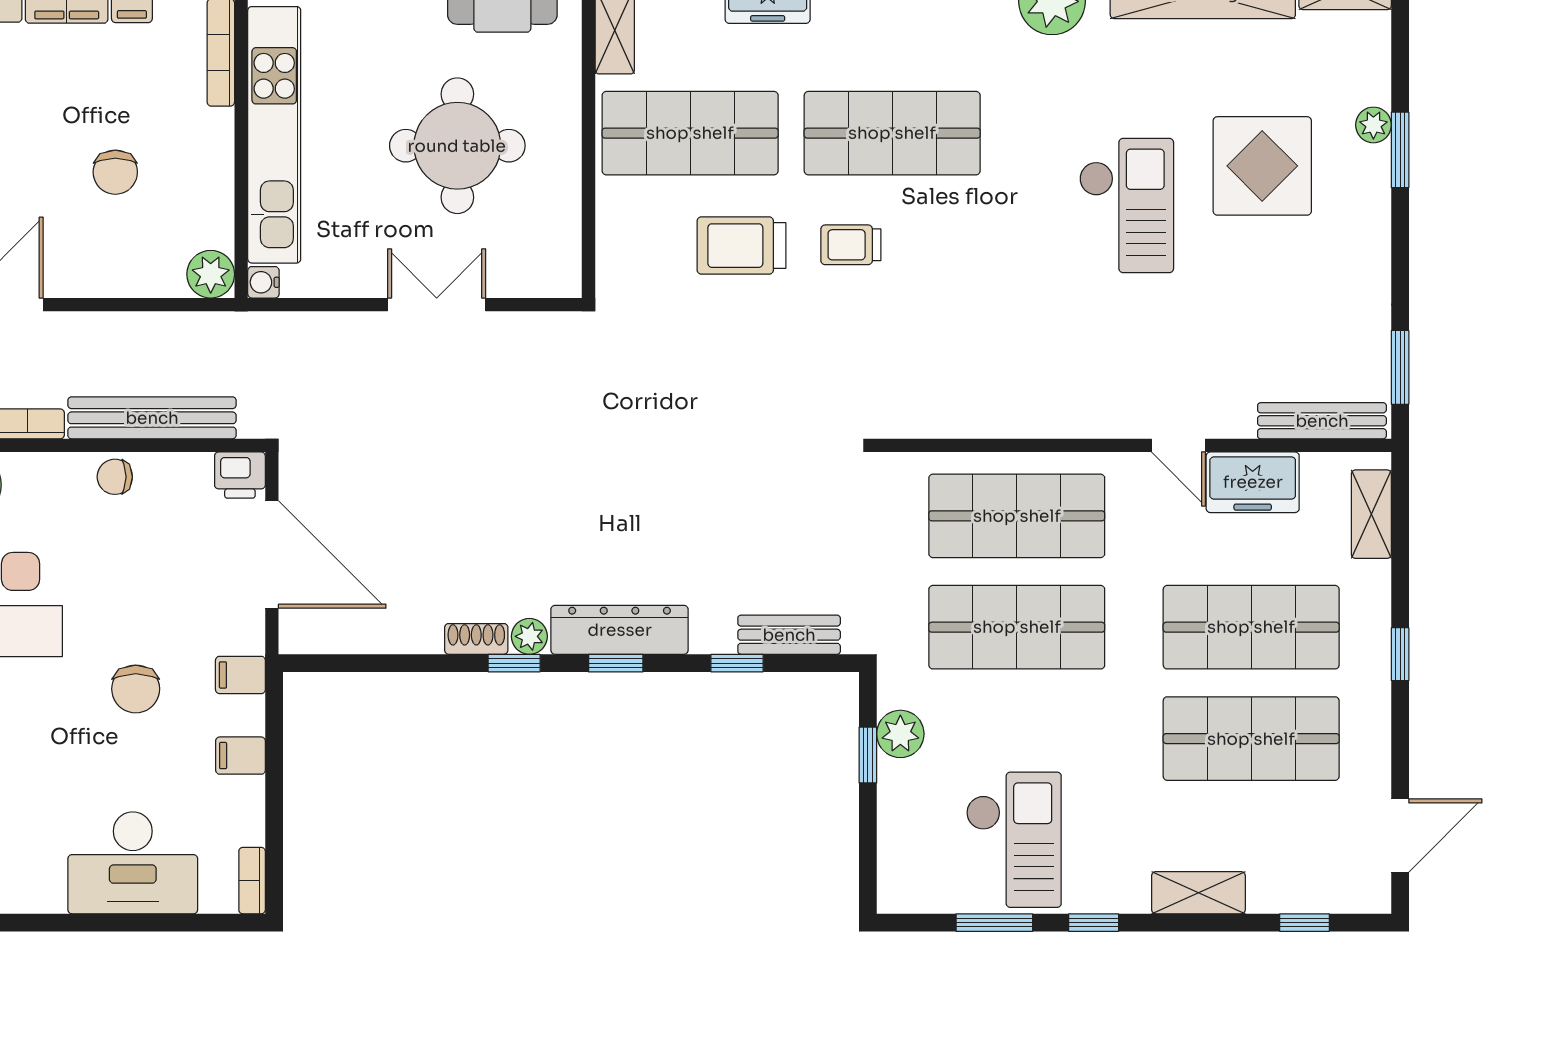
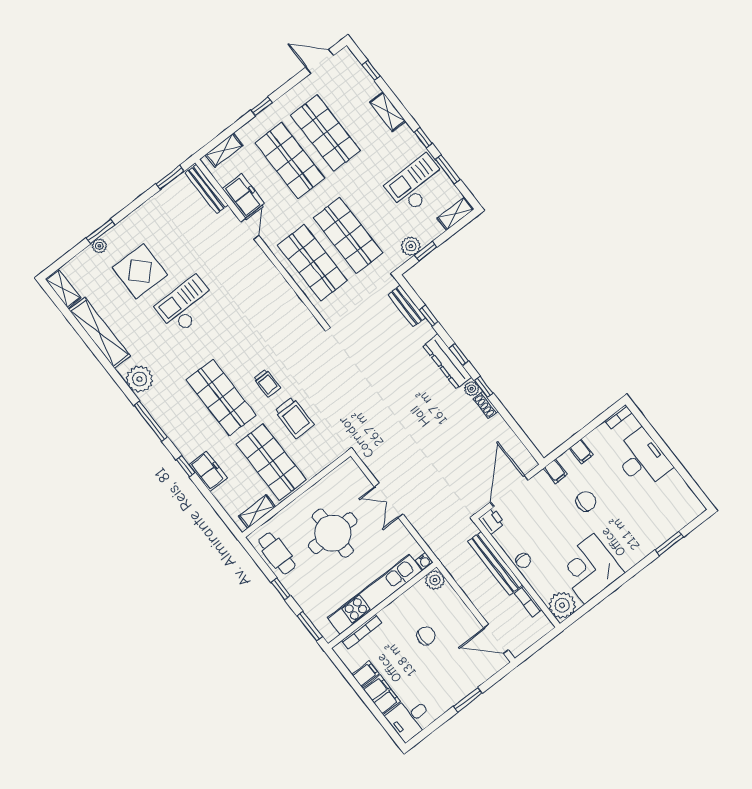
shelving: (896, 871) -> (456, 214), added

